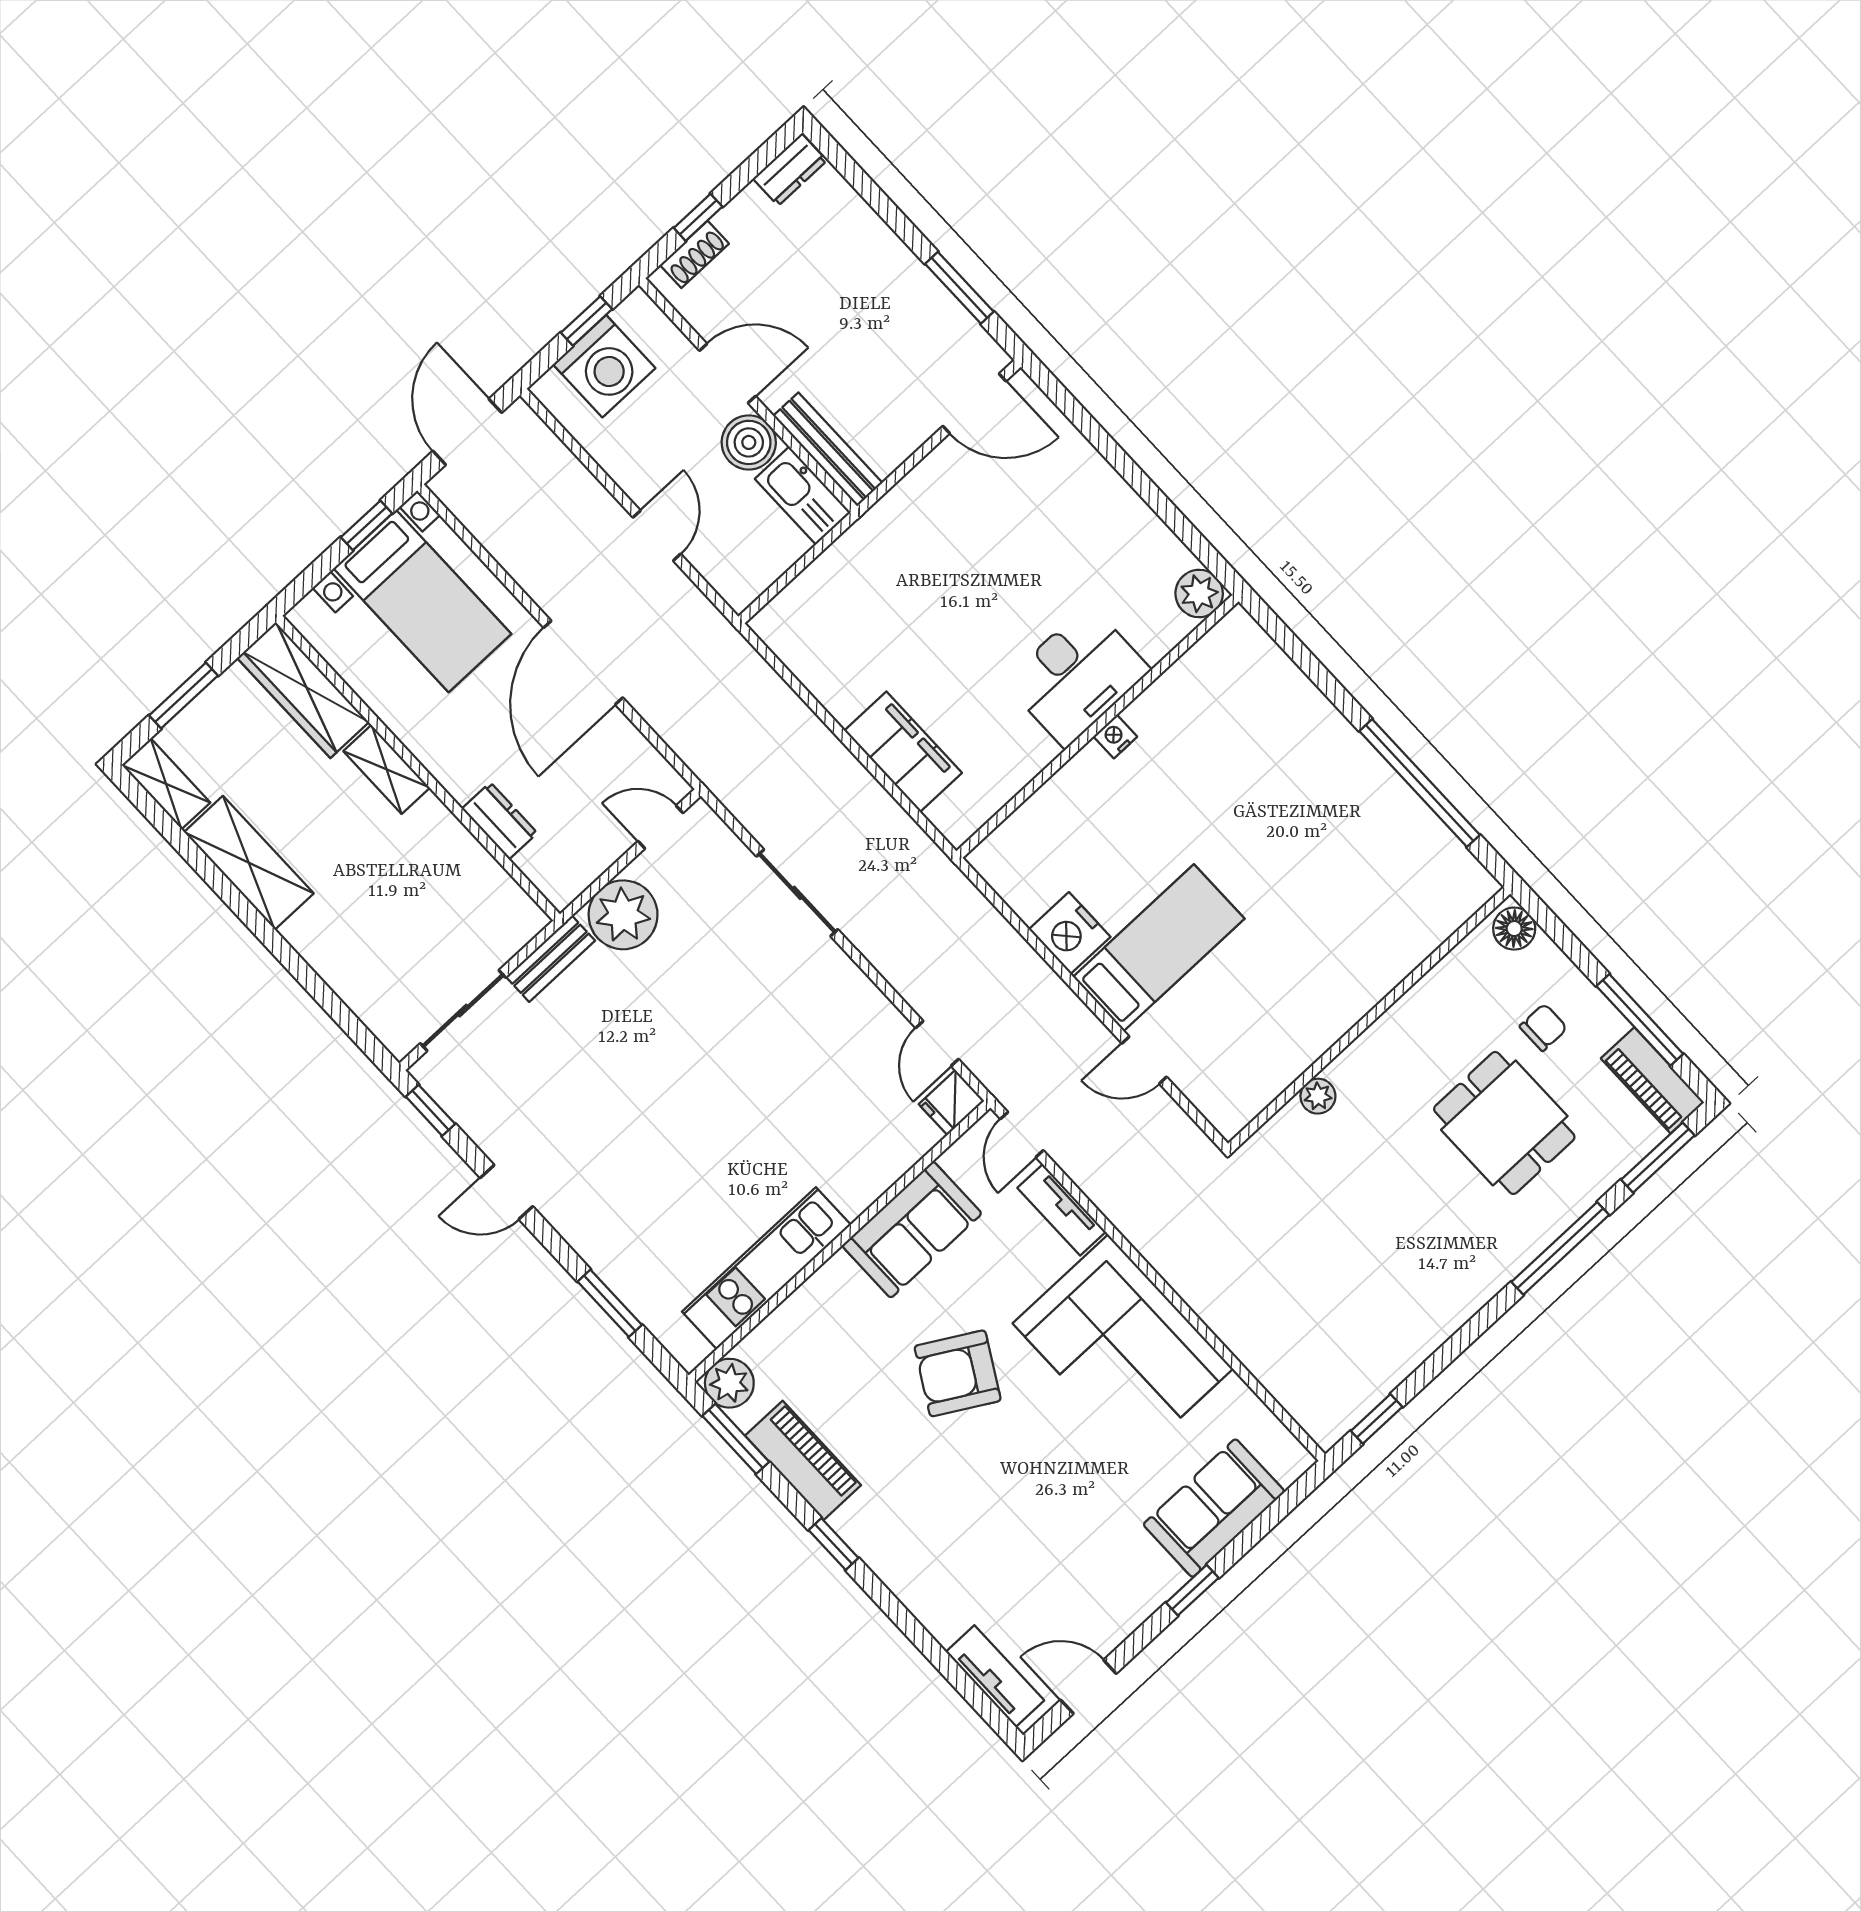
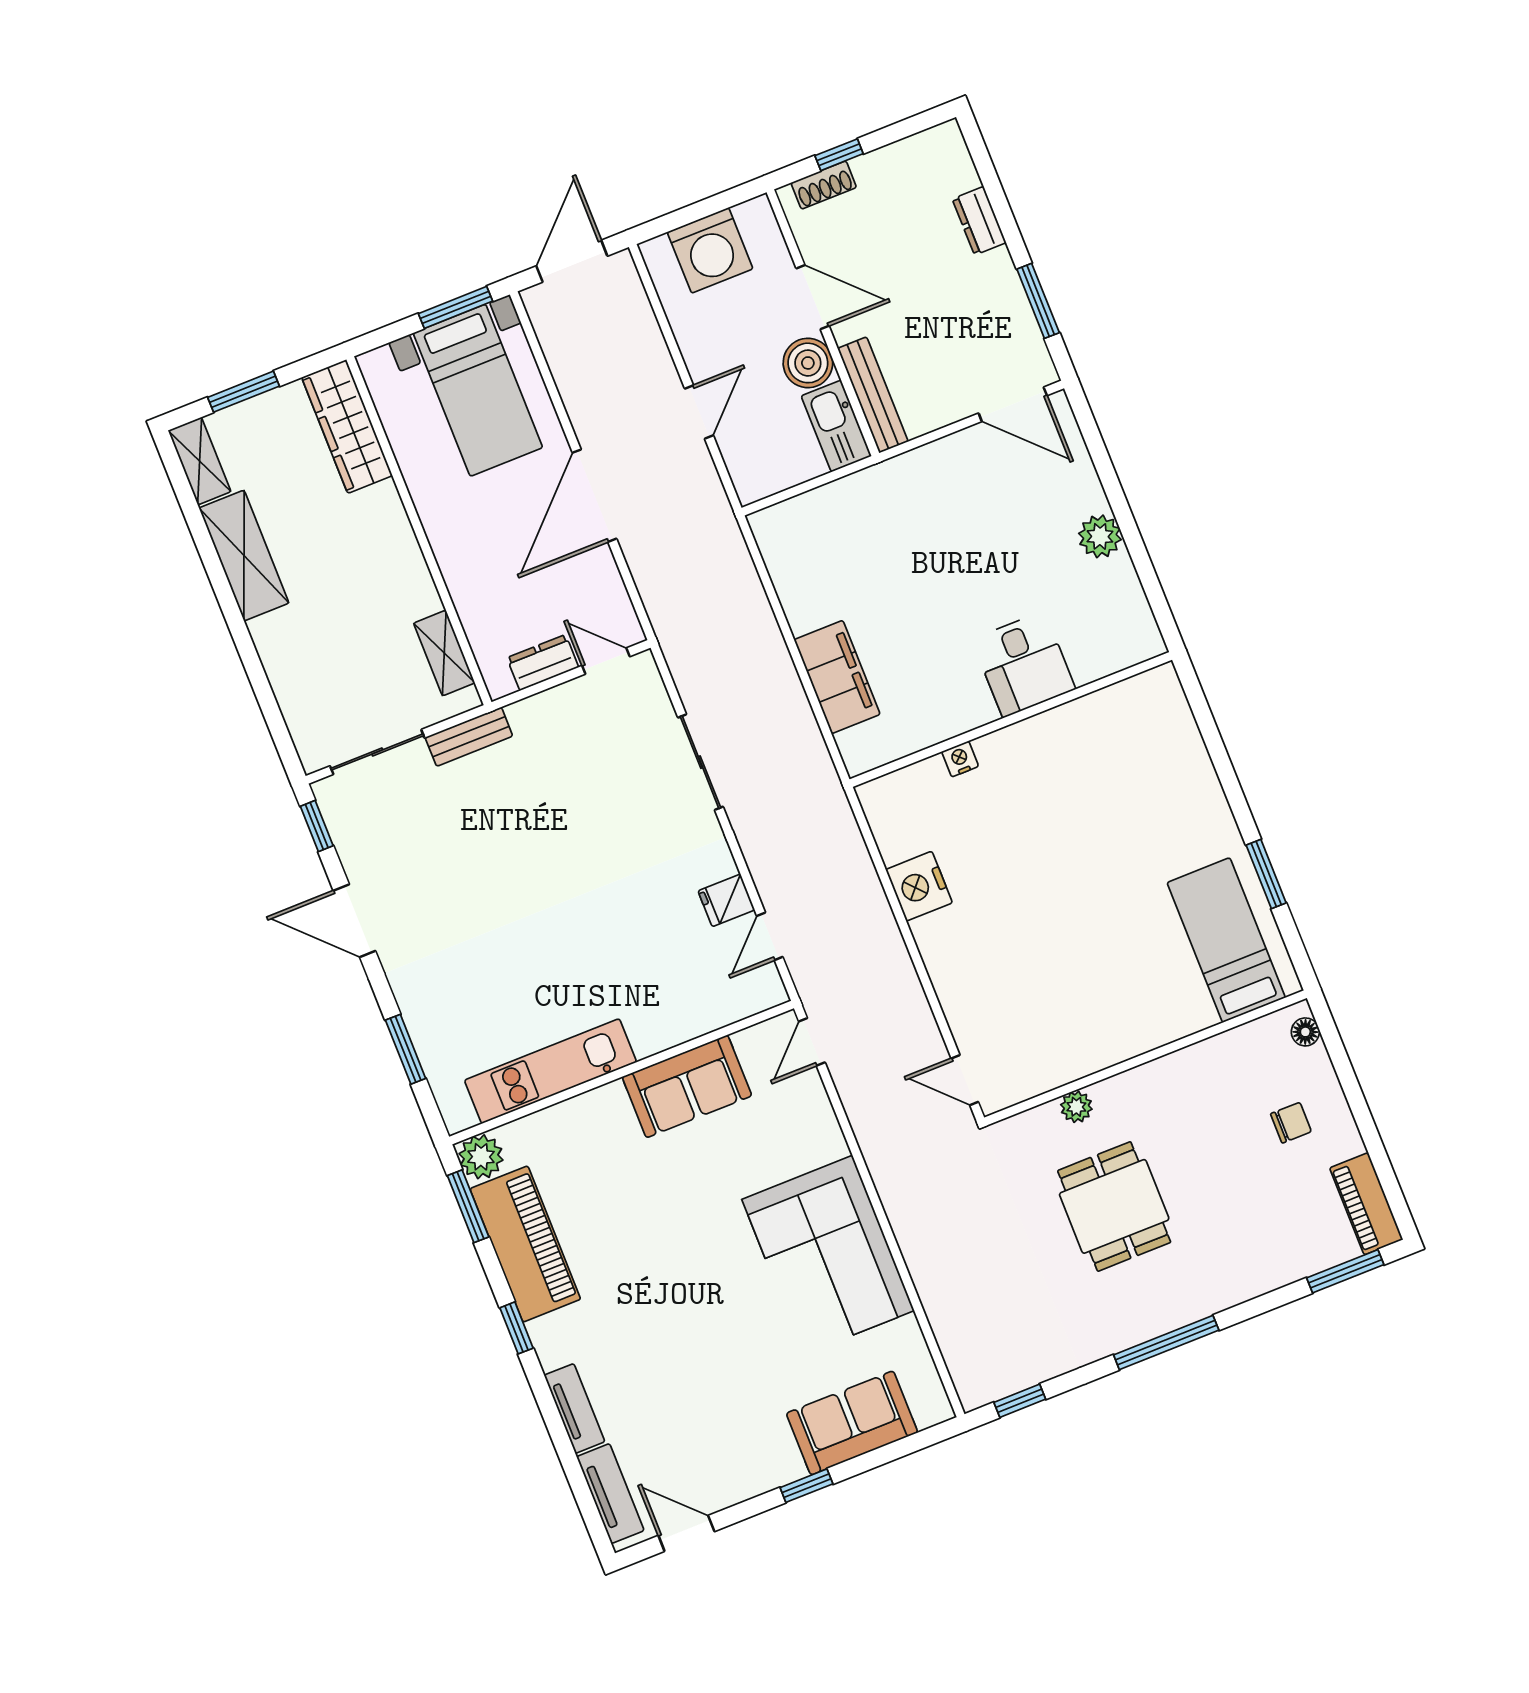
dresser: (790, 170) -> (979, 221), moved, turned 90
window: (587, 321) -> (710, 206), removed
window: (367, 525) -> (455, 307), width x1.50
plant: (1199, 593) -> (1100, 536), moved
desk: (1077, 676) -> (1024, 664), width x0.73
nightstand: (1115, 737) -> (960, 759), moved
shelving: (387, 769) -> (444, 653), moved
window: (1420, 783) -> (1266, 874), width x0.47
dresser: (500, 821) -> (543, 663), moved, turned -90
plant: (623, 915) -> (545, 723), removed
floor lamp: (1514, 929) -> (1305, 1032), width x0.73, depth x0.73
bed: (1159, 948) -> (1226, 940), moved, turned -90
window: (1640, 1020) -> (1375, 1148), removed
door: (1144, 1060) -> (965, 1080), moved
fridge: (951, 1102) -> (726, 900), moved
dining table: (1504, 1123) -> (1114, 1206), moved
door: (506, 1192) -> (354, 921), width x1.38
tv unit: (1062, 1210) -> (574, 1408), moved, turned 180
window: (1560, 1248) -> (1166, 1343), moved
armchair: (958, 1373) -> (678, 1224), removed
piano: (803, 1460) -> (525, 1244), width x1.37, depth x1.33

